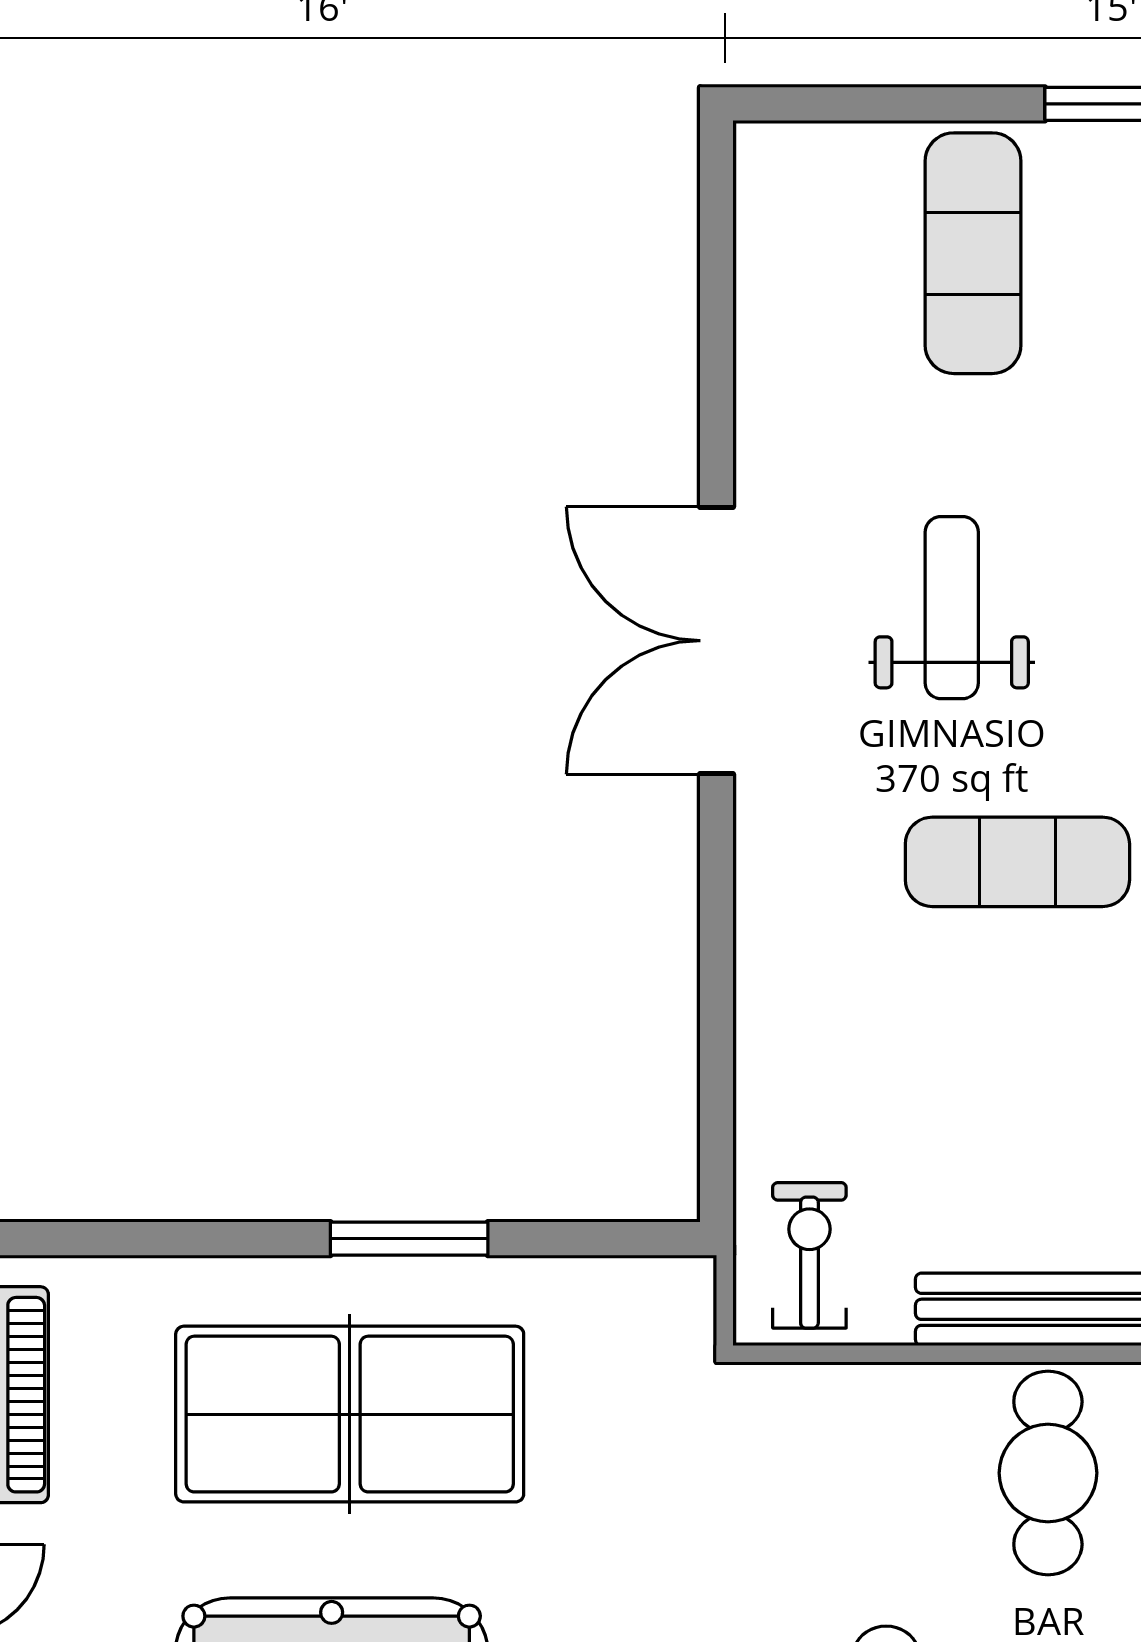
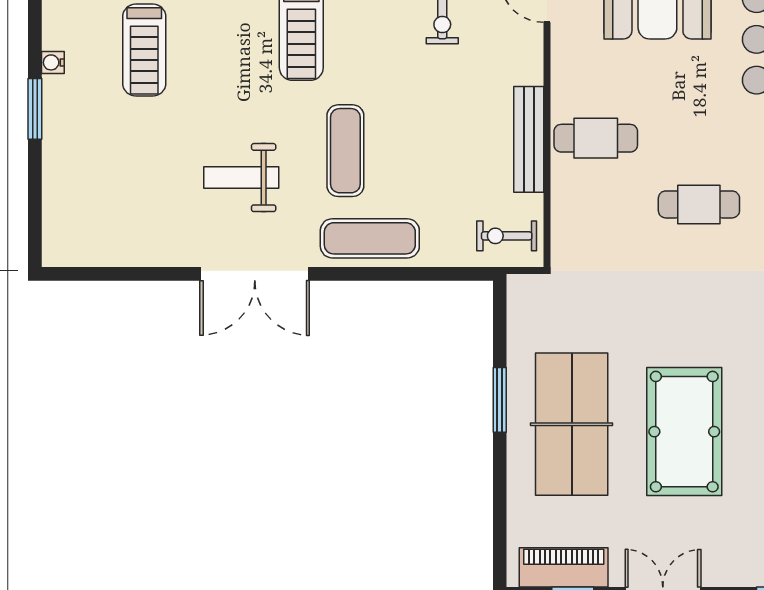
exercise mat: (973, 253) -> (370, 238), moved

